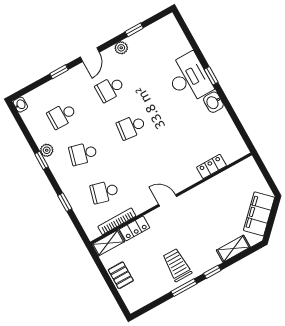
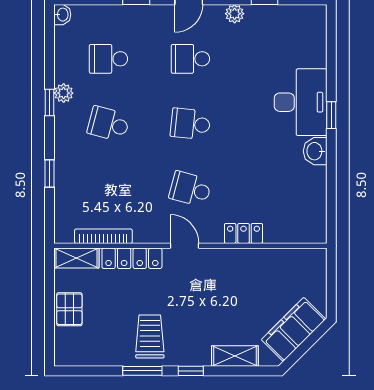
locker: (212, 166) -> (244, 233), moved
school desk: (104, 192) -> (190, 189), moved
locker: (135, 228) -> (132, 258), width x1.53

